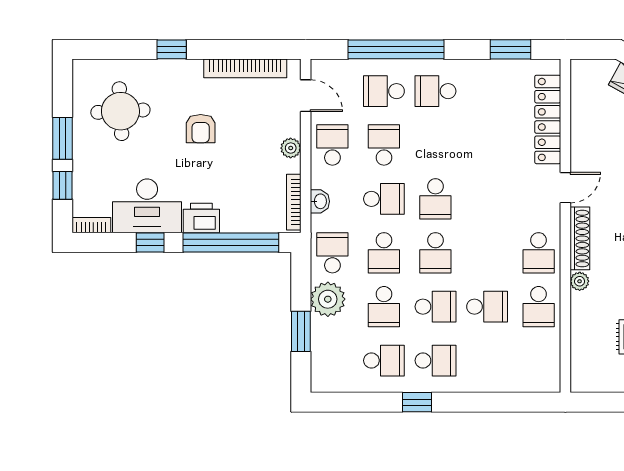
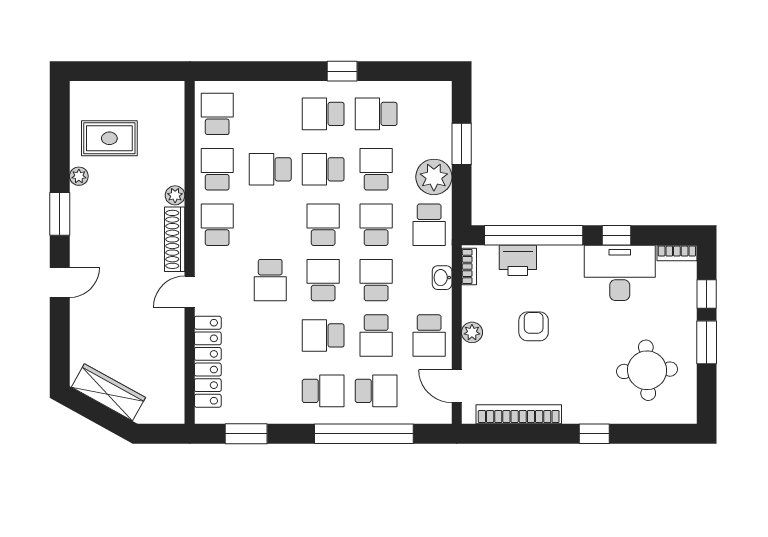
armchair: (201, 129) -> (534, 326), moved
school desk: (435, 145) -> (323, 335), added
school desk: (384, 199) -> (376, 280), turned 90
school desk: (487, 199) -> (270, 280), added
bookcase: (294, 202) -> (469, 266), width x0.64
printer: (201, 218) -> (518, 260), moved
school desk: (539, 361) -> (217, 114), added

